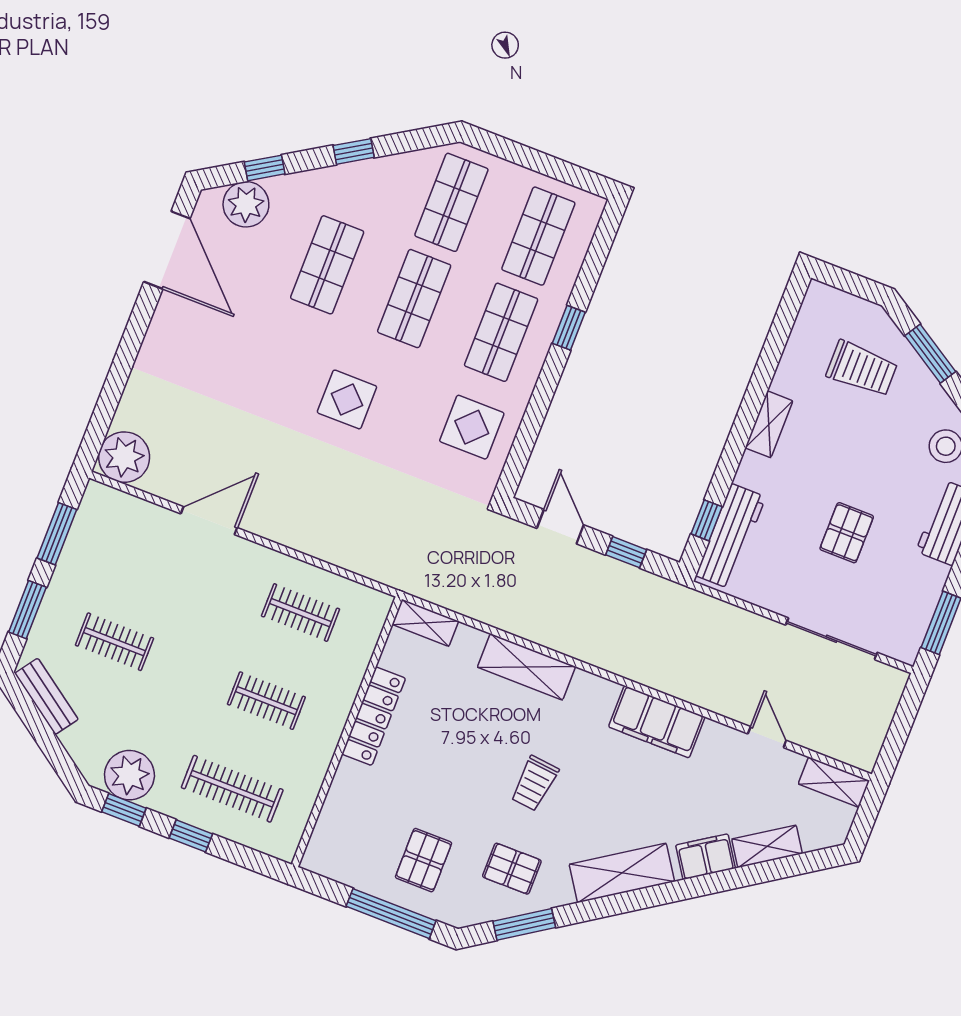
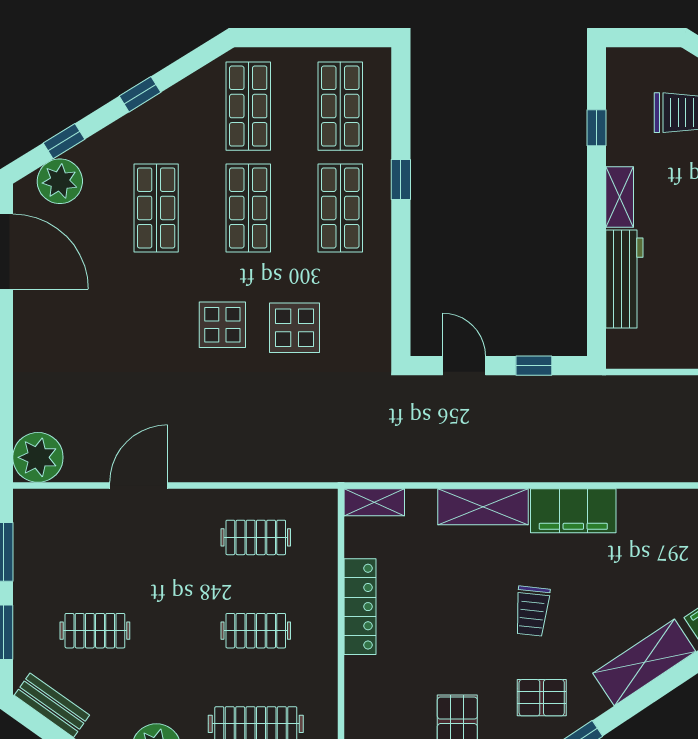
display table: (472, 427) -> (295, 328), moved
window: (707, 520) -> (596, 128), moved
workbench: (731, 536) -> (624, 279), moved
filing cabinet: (657, 722) -> (573, 511), moved

